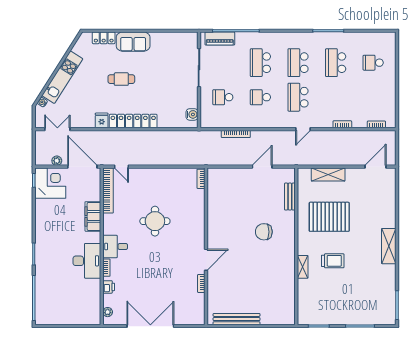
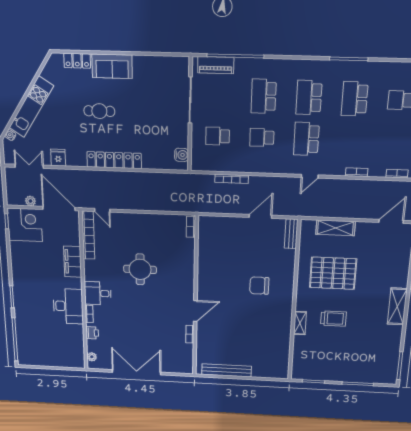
fridge: (102, 120) -> (58, 158), moved
bench: (290, 197) -> (291, 234), moved

